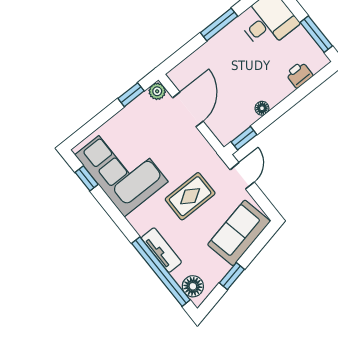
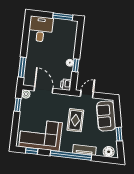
window: (219, 24) -> (22, 67), moved
printer: (299, 75) -> (66, 85), moved
window: (244, 138) -> (76, 65), moved
door: (242, 176) -> (87, 94), hinge flipped
window: (161, 272) -> (71, 155), moved

